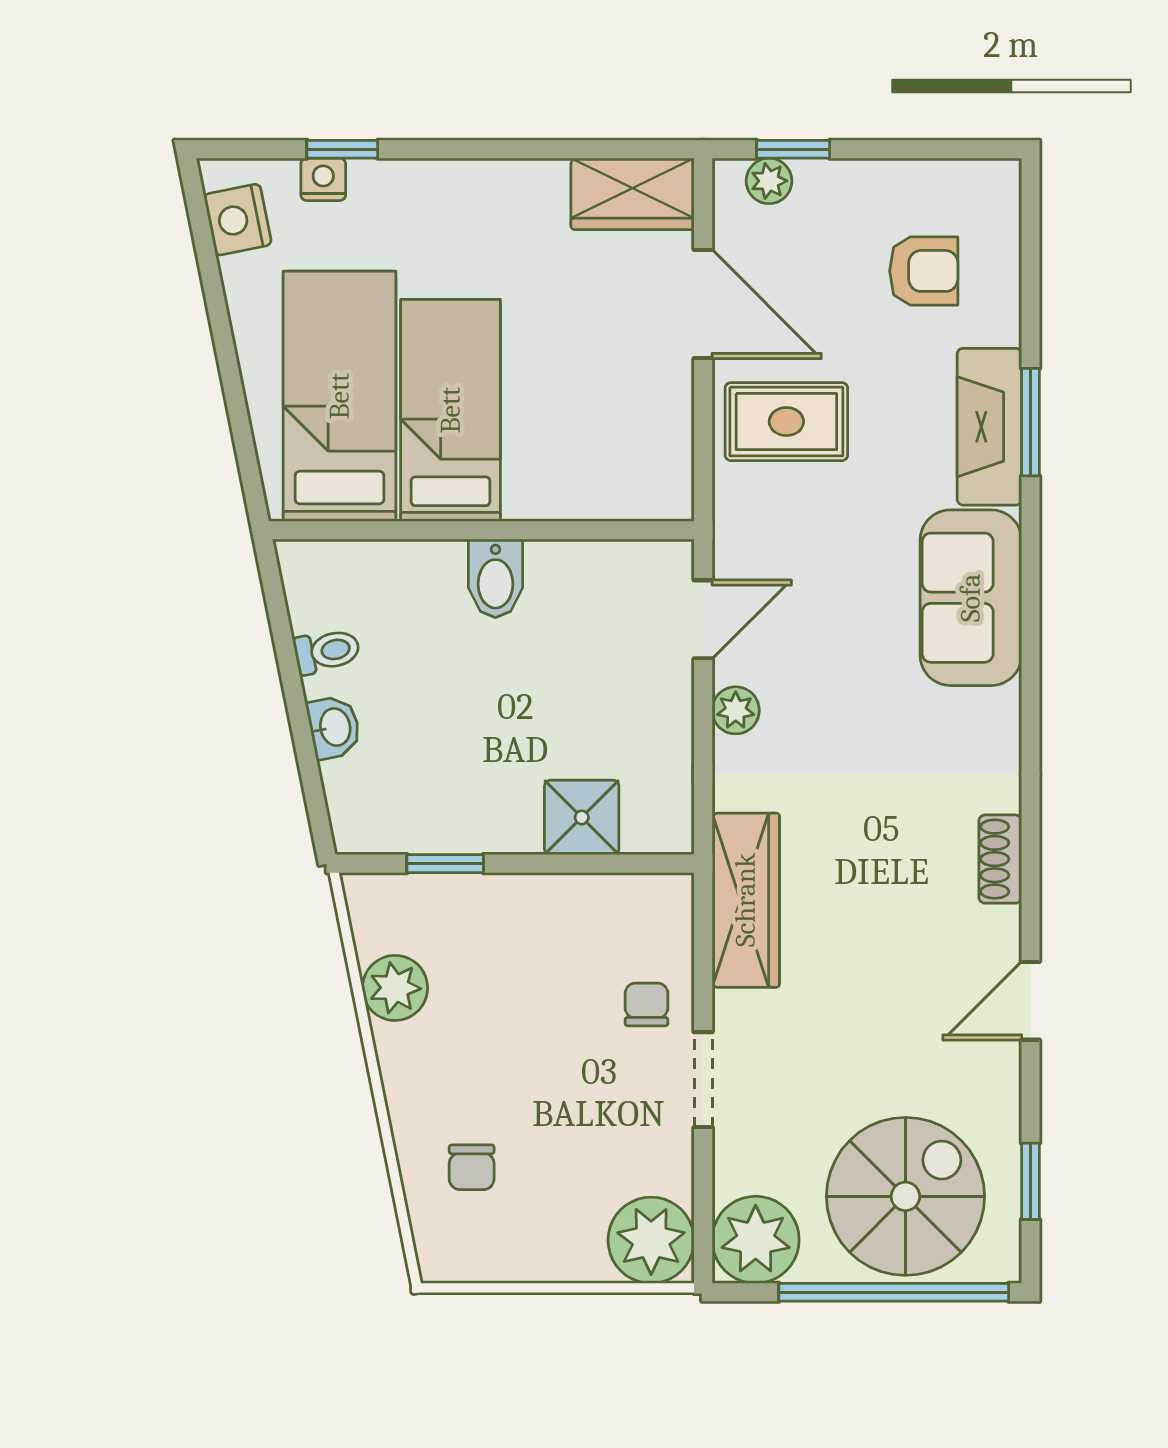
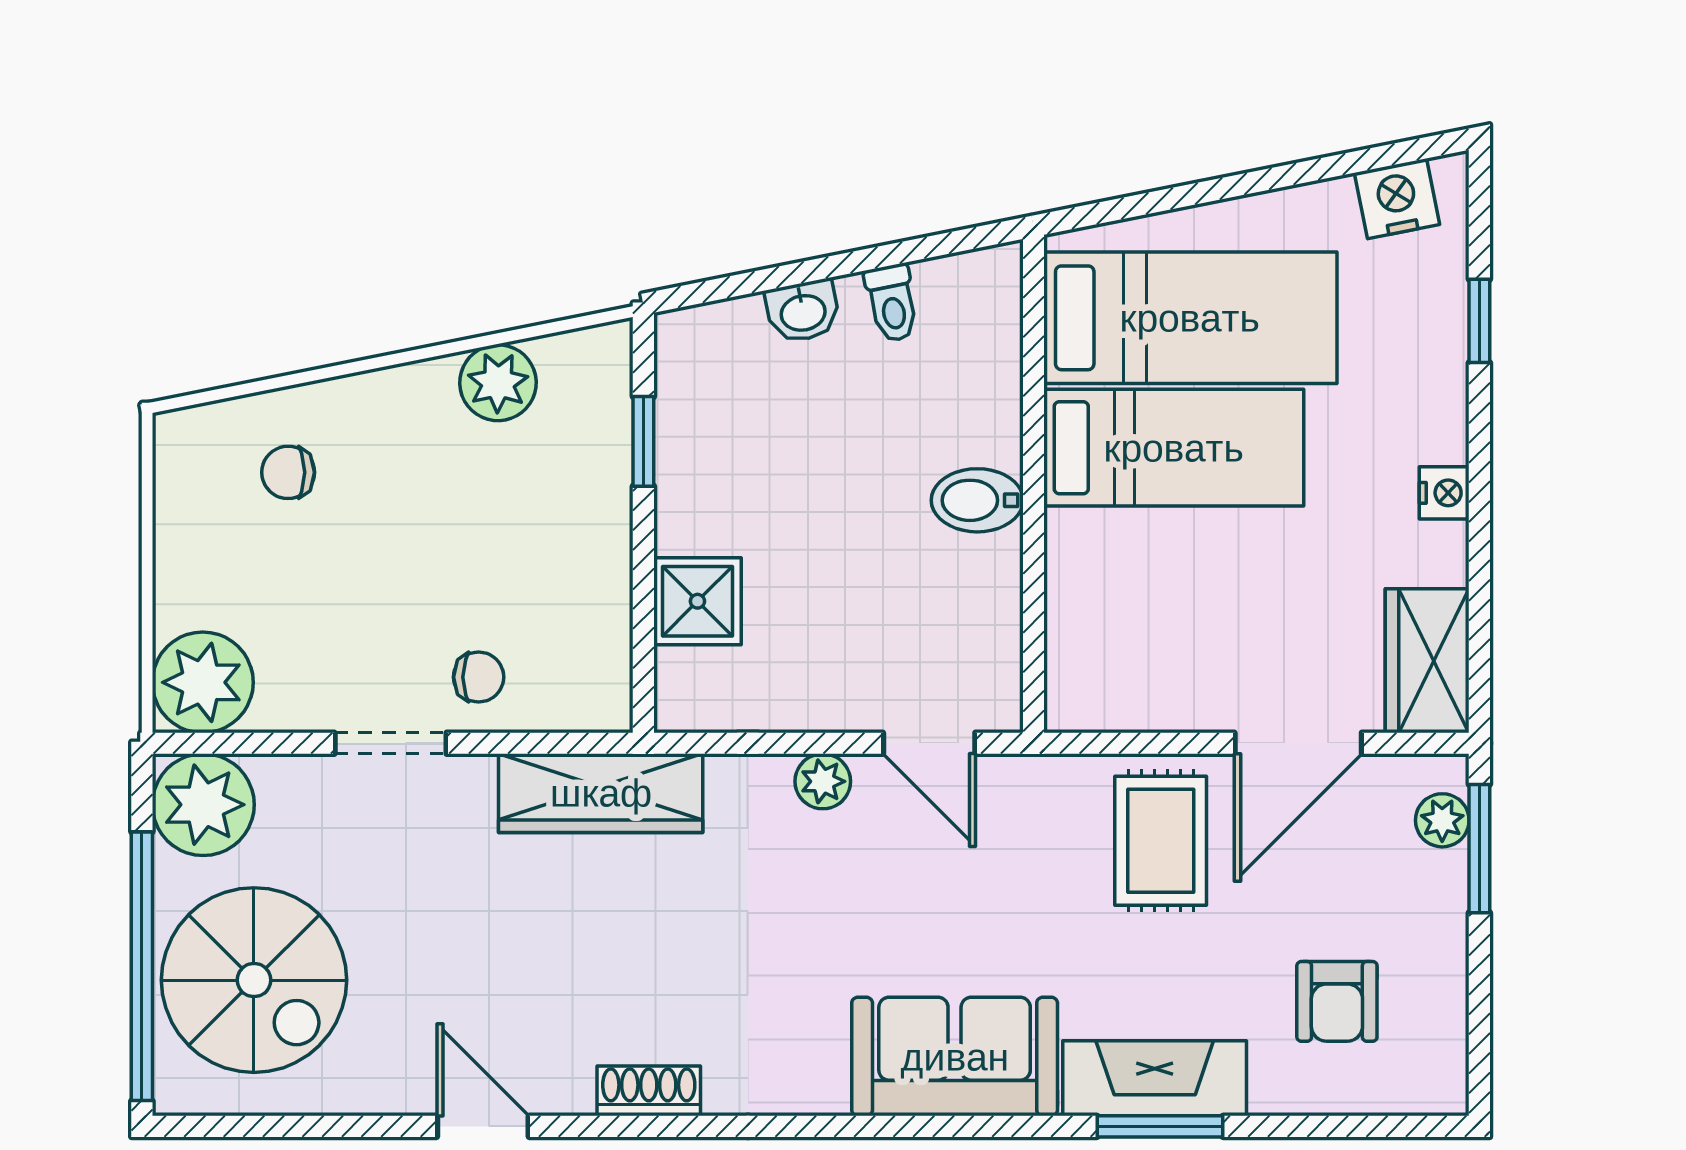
window: (793, 149) -> (1479, 849), width x1.50
nightstand: (323, 179) -> (1444, 493), moved
window: (1031, 1181) -> (272, 1126), removed

